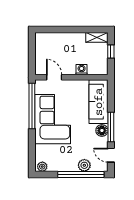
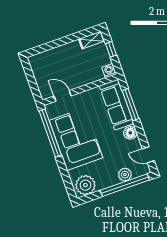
washing machine: (82, 70) -> (109, 71), moved
window: (111, 127) -> (130, 105), moved
plant: (42, 167) -> (85, 185), width x1.88, depth x1.88

